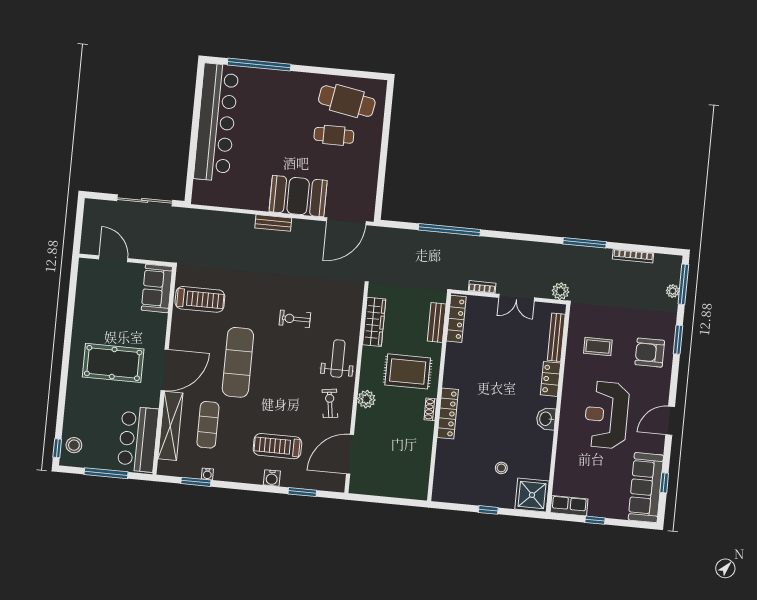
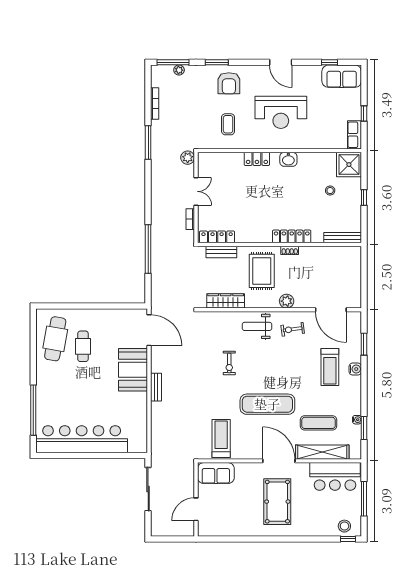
bench: (556, 337) -> (343, 238), moved
sofa: (646, 488) -> (342, 76), width x0.73

